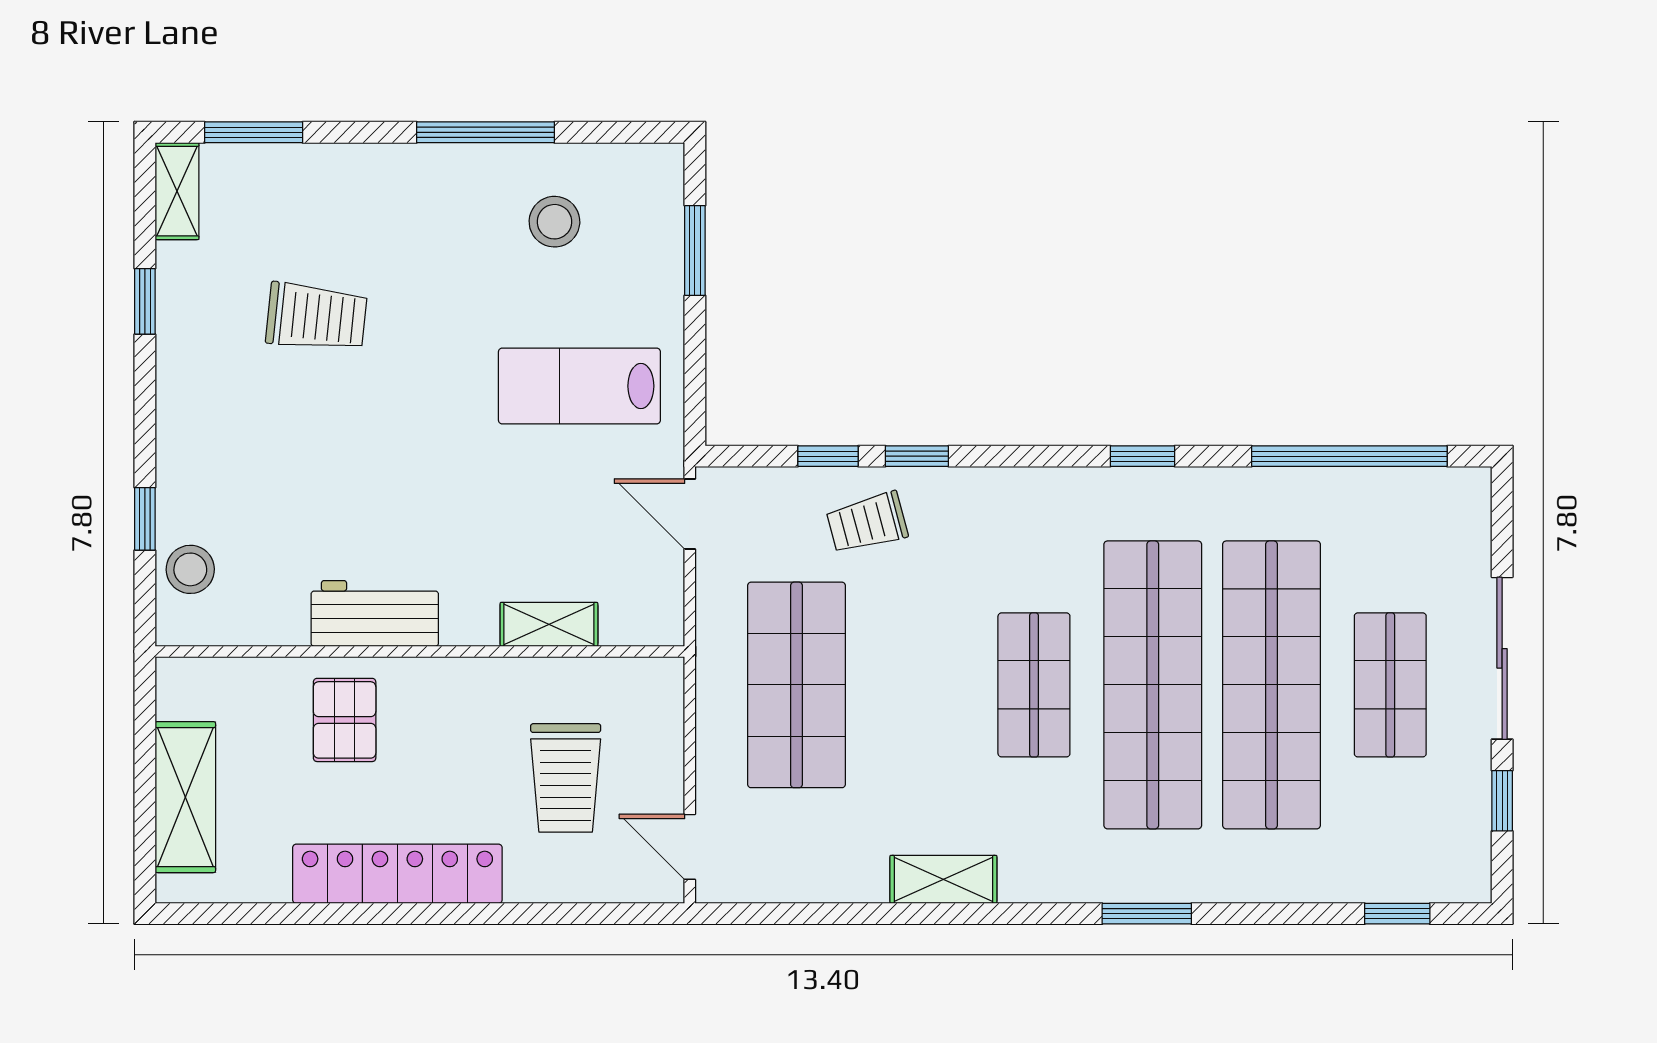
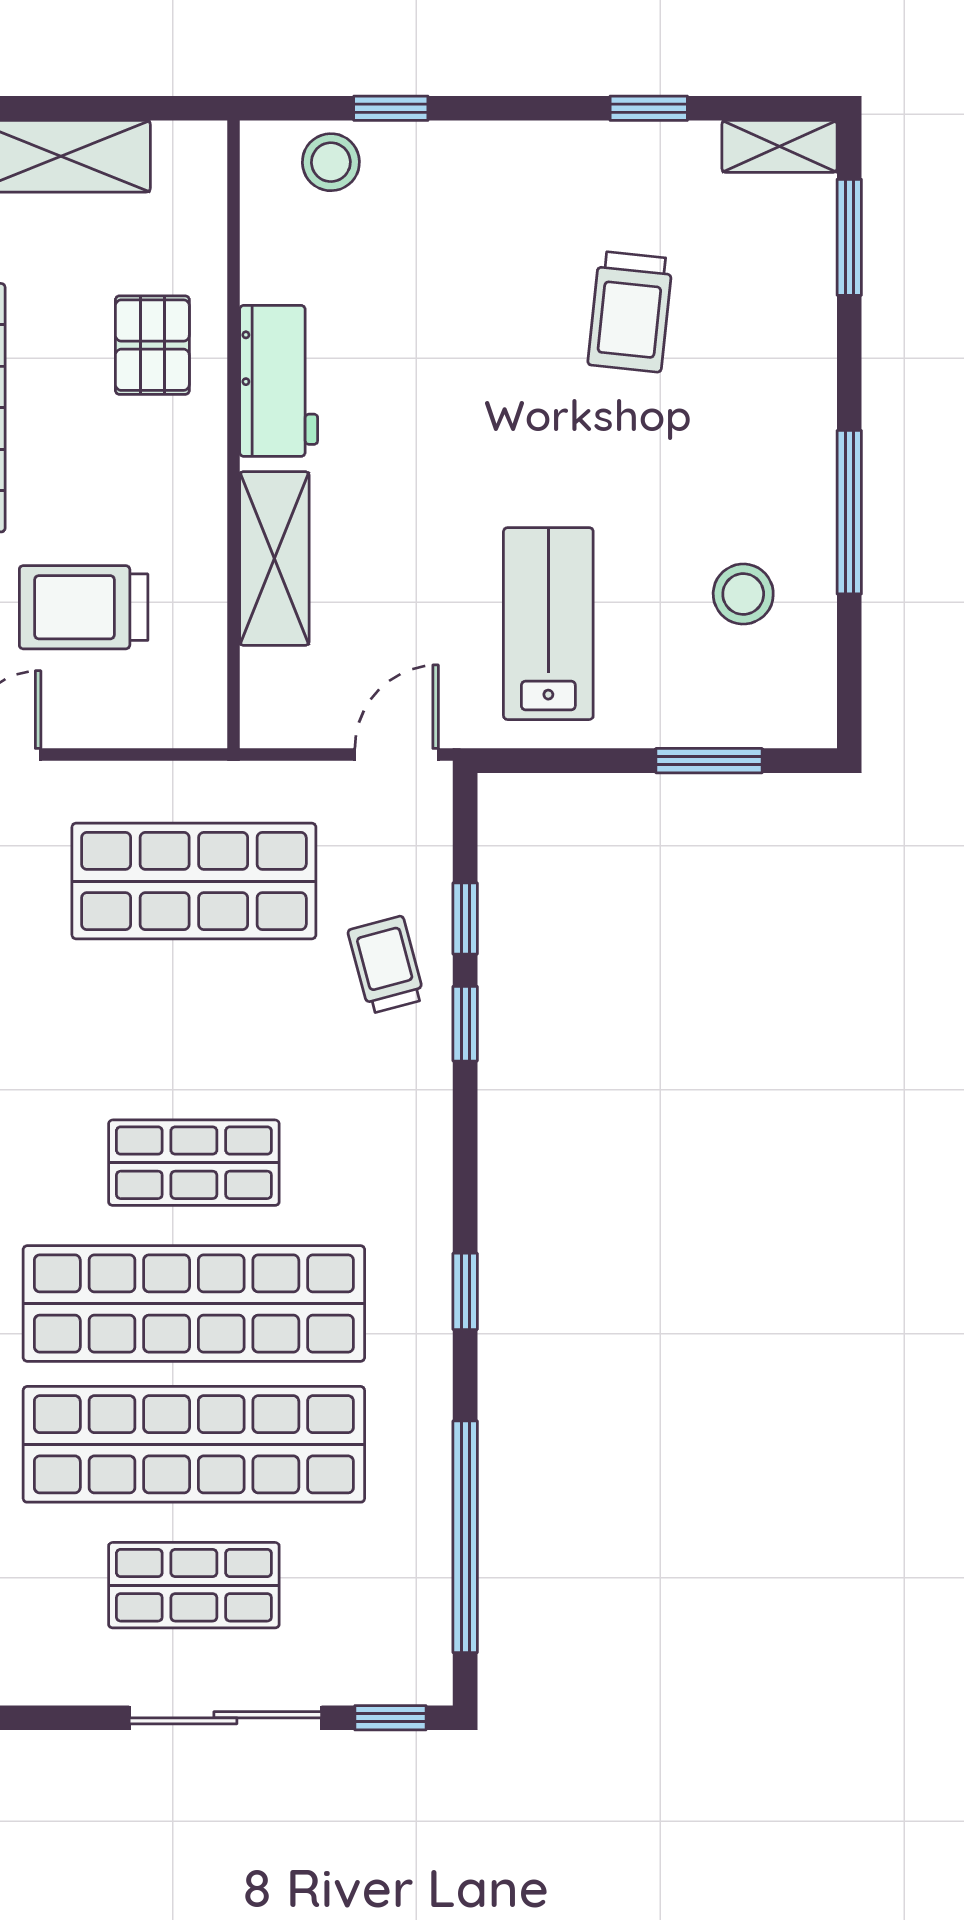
shelving: (549, 624) -> (274, 558), width x1.50, depth x1.33
pallet: (345, 720) -> (152, 345), turned 90
window: (1502, 801) -> (390, 1718), moved

